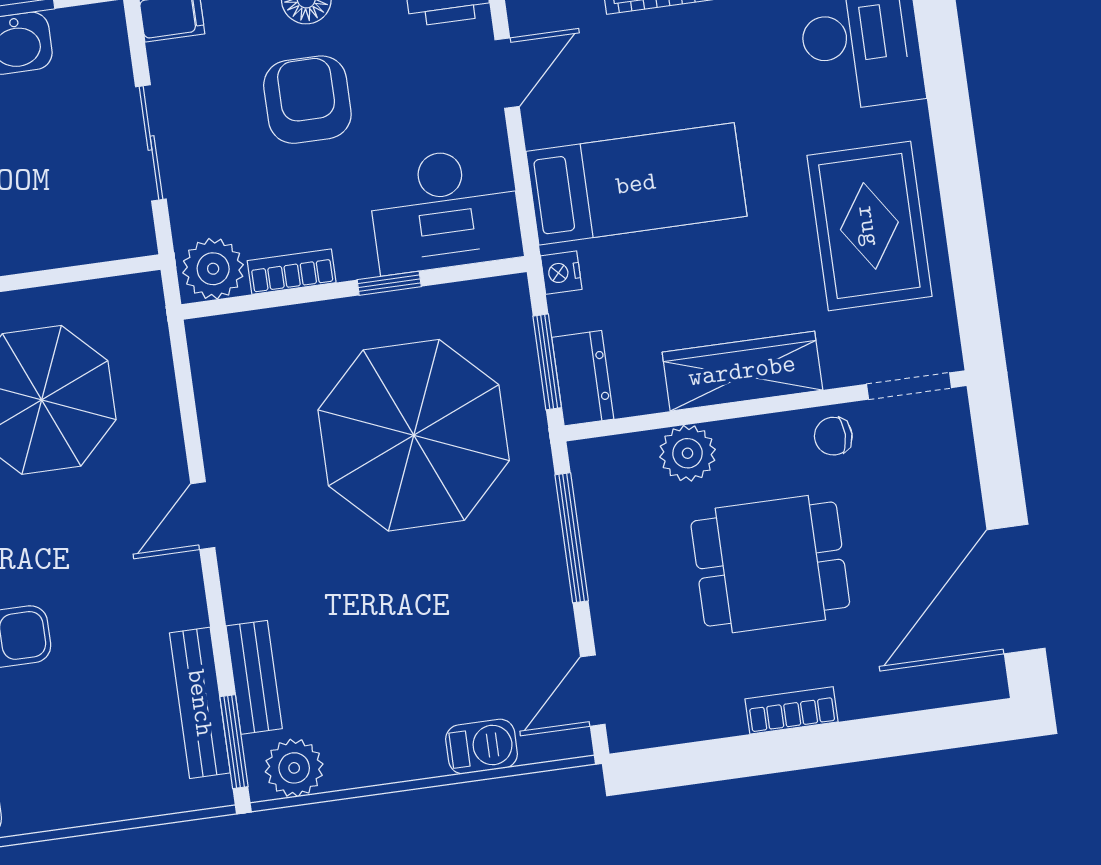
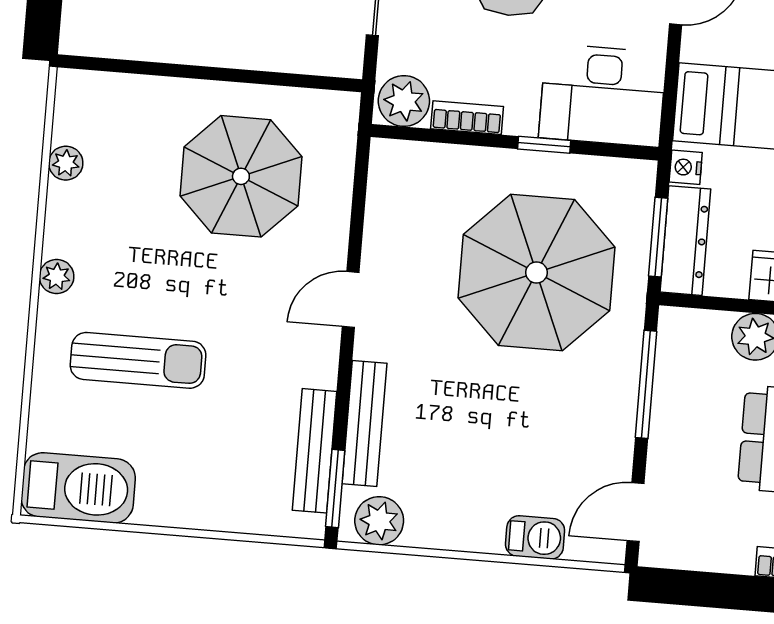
dresser: (583, 378) -> (685, 241), width x1.44
bench: (254, 677) -> (364, 423), width x1.36

